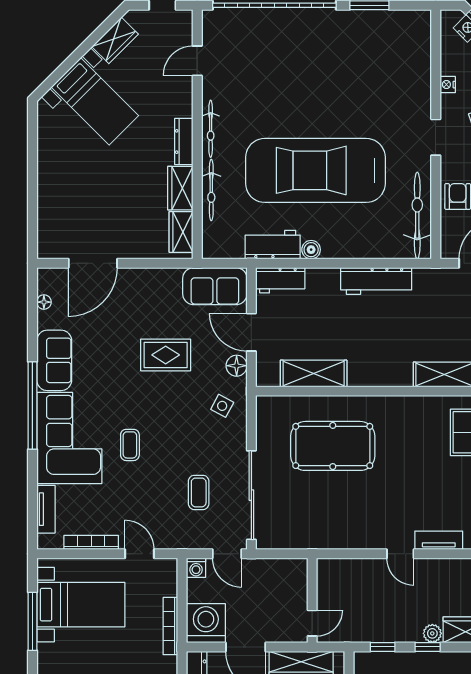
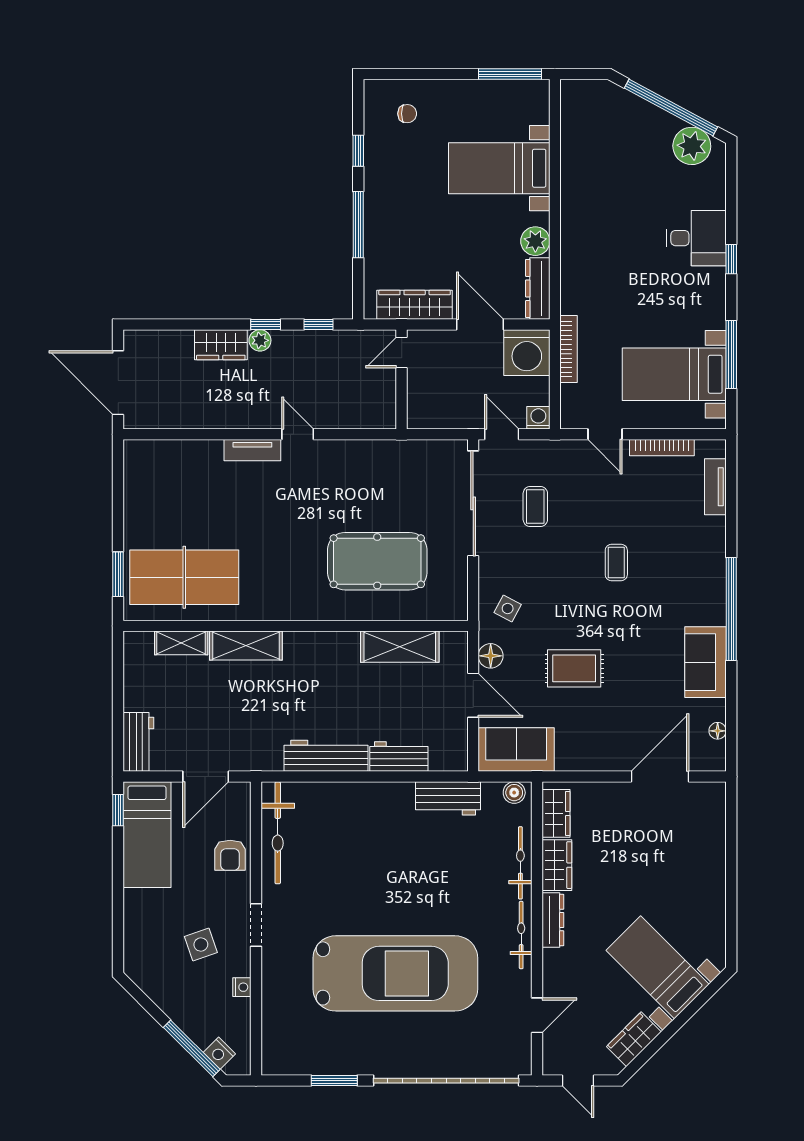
car: (315, 170) -> (395, 973), moved
boiler: (311, 250) -> (514, 793), moved
workbench: (280, 280) -> (399, 757), moved
corner sofa: (69, 438) -> (688, 571), removed

